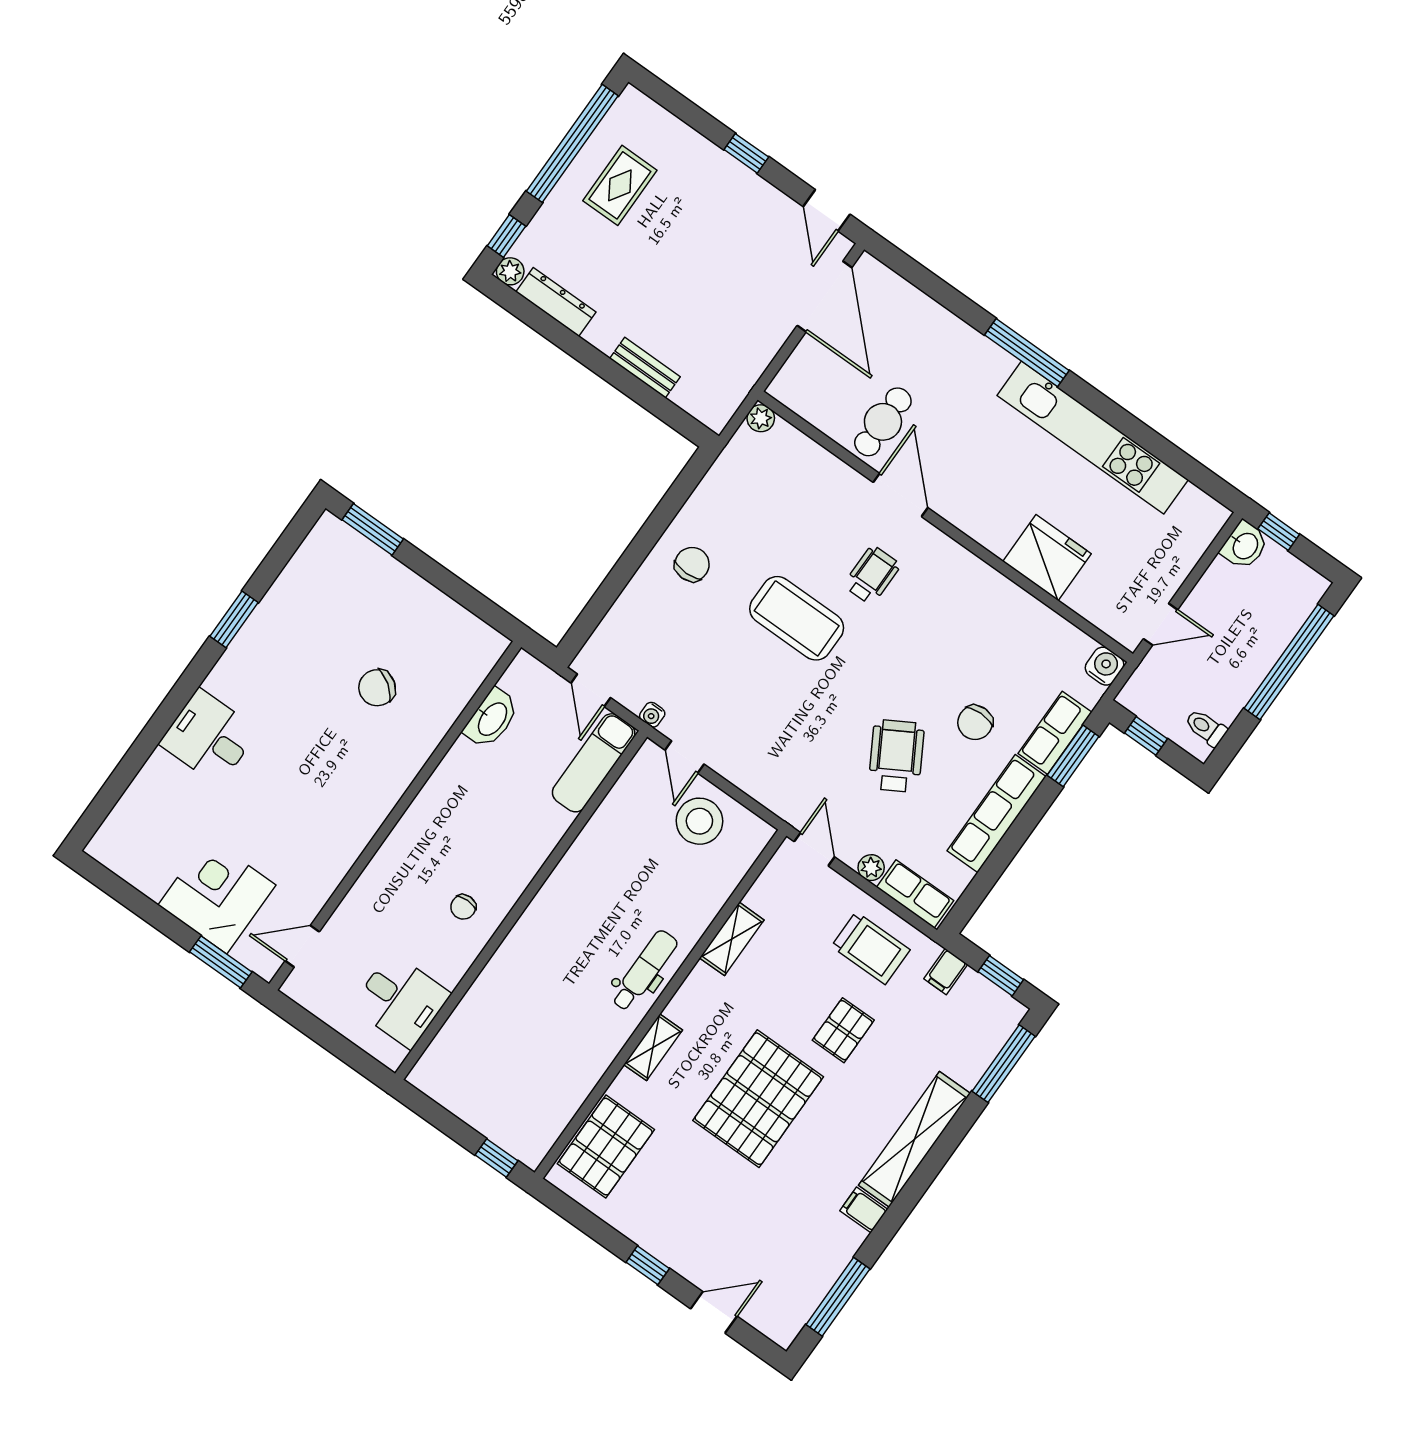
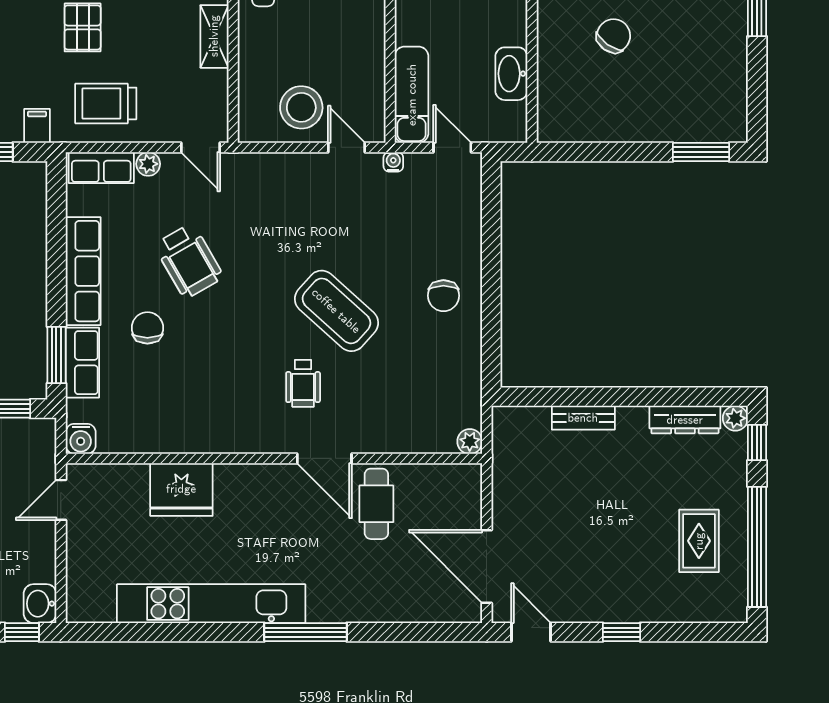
coffee table: (797, 618) -> (336, 311), turned 42

